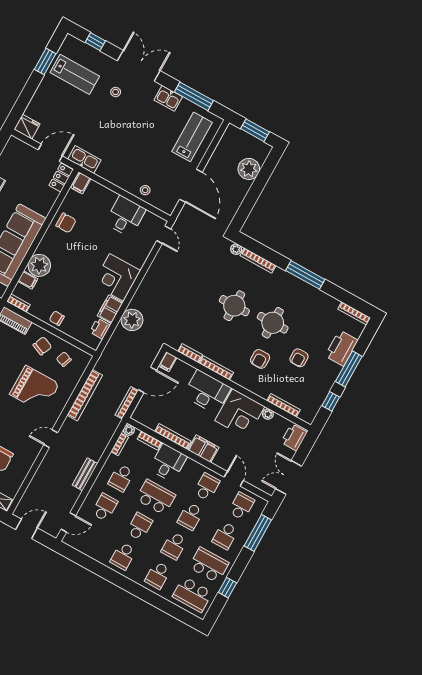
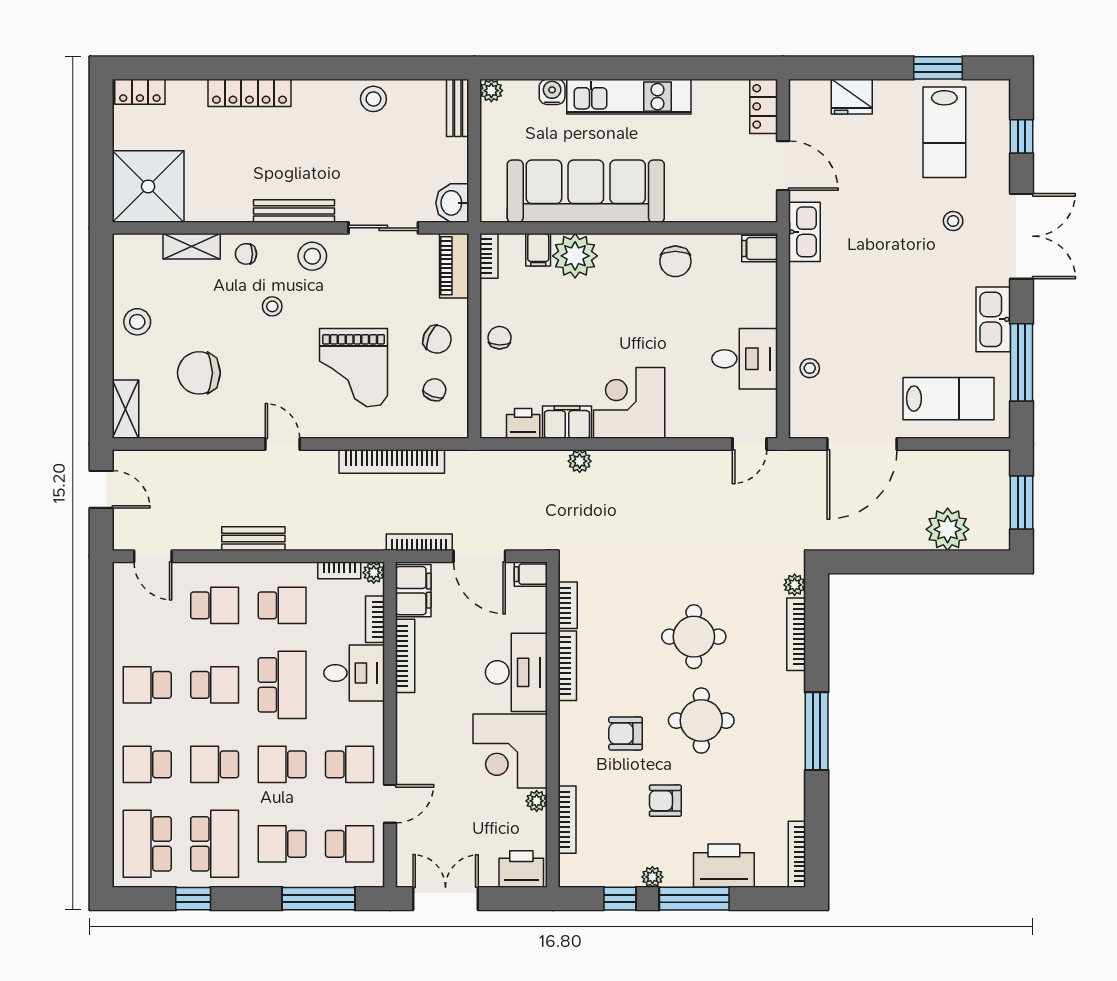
kitchen sink: (168, 98) -> (993, 319), width x1.38
fridge: (27, 127) -> (852, 97), moved, turned 90
locker: (61, 178) -> (764, 106), moved, turned -90
plant: (132, 320) -> (580, 461), width x0.53, depth x0.53
plant: (329, 382) -> (652, 877), added
filing cabinet: (203, 449) -> (413, 591), moved
school desk: (121, 478) -> (282, 605), turned 180

